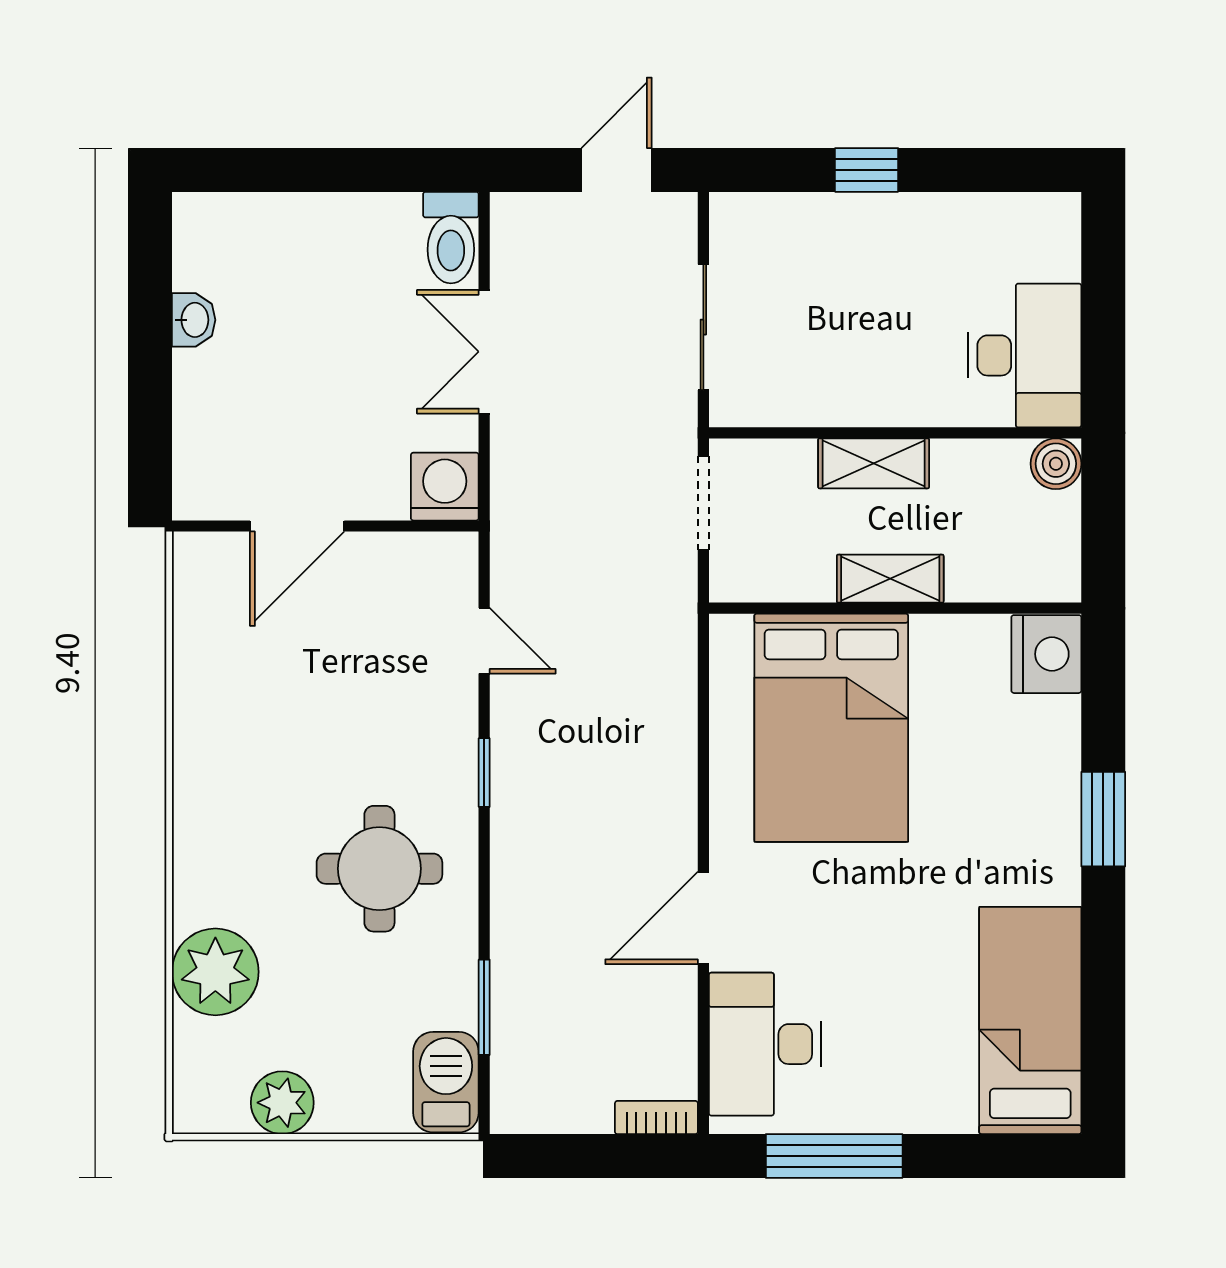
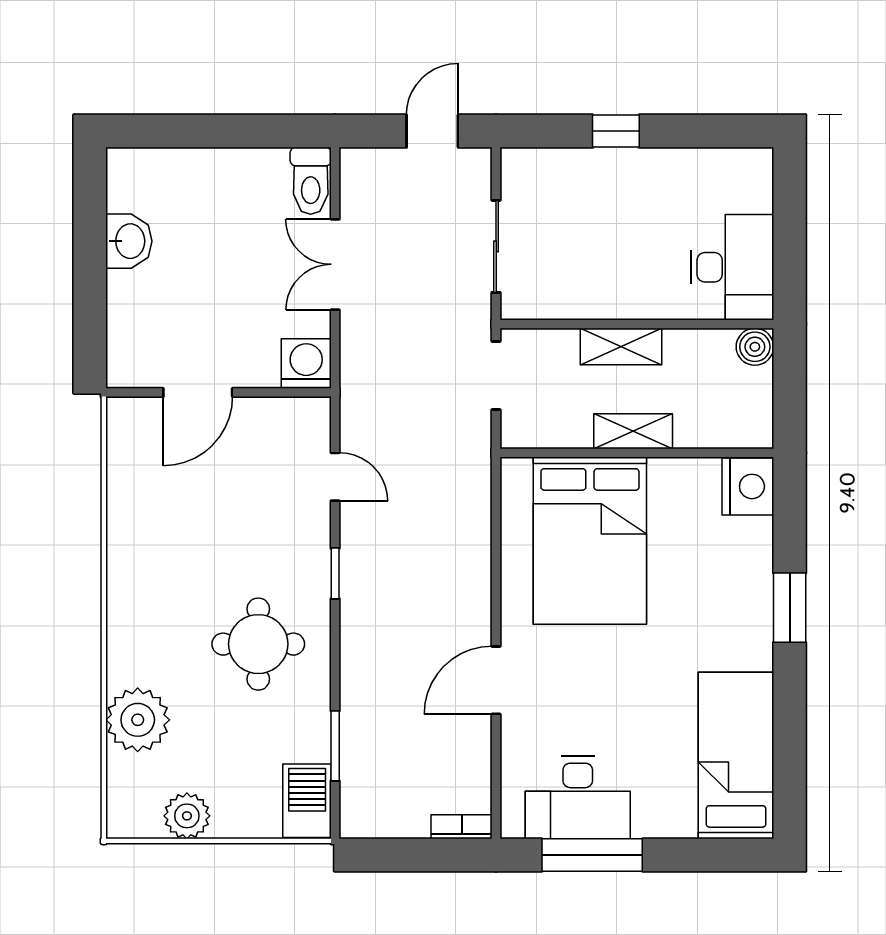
washbasin: (194, 320) -> (129, 241), width x1.38, depth x1.45
desk: (765, 1044) -> (578, 798), moved, turned -90

